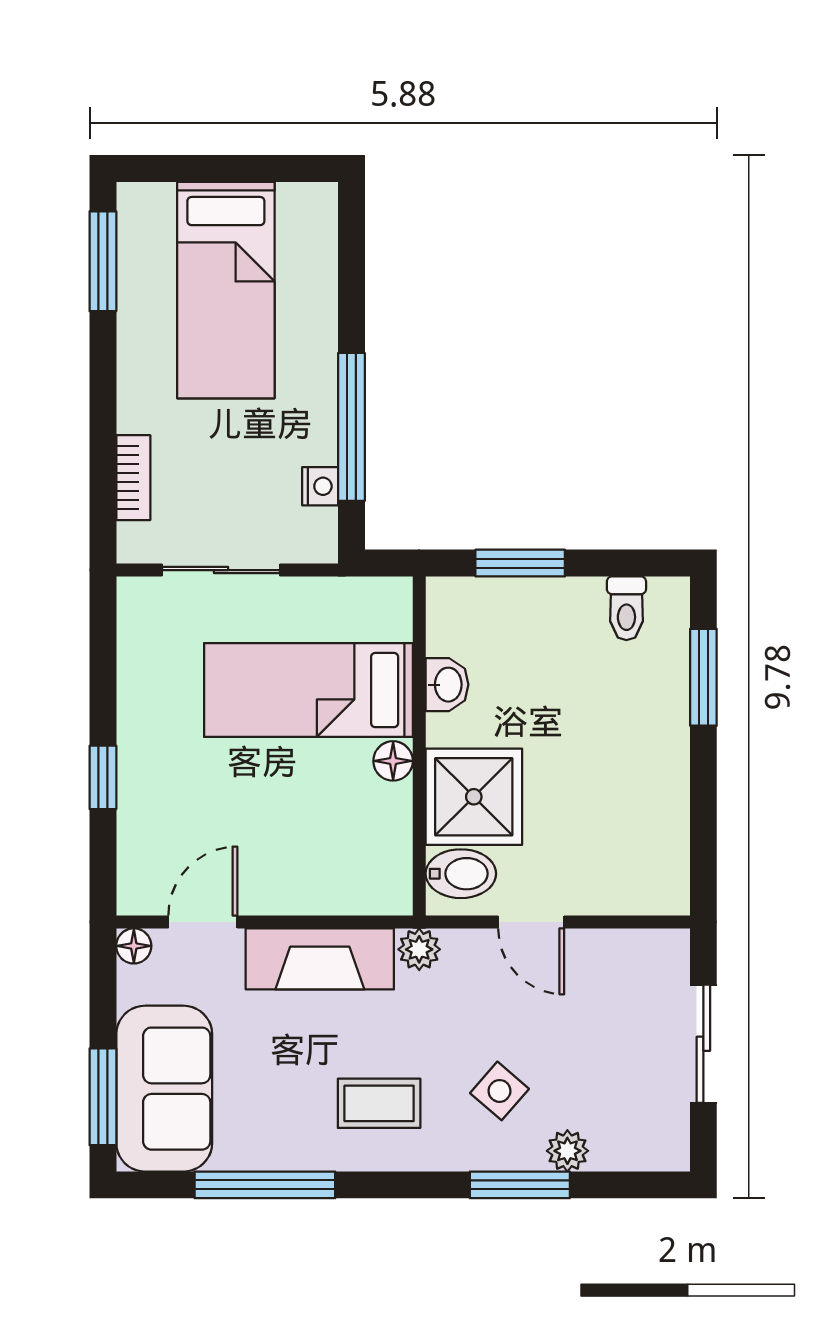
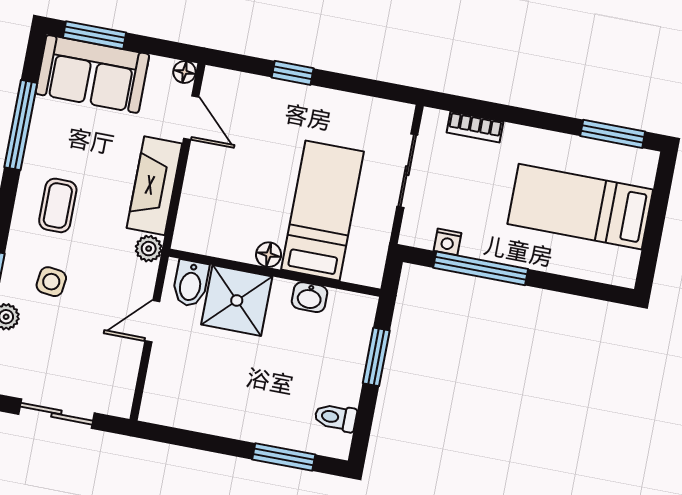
side table: (500, 1091) -> (51, 282), turned -34

